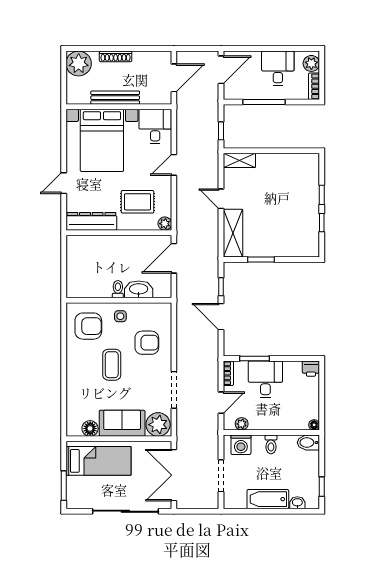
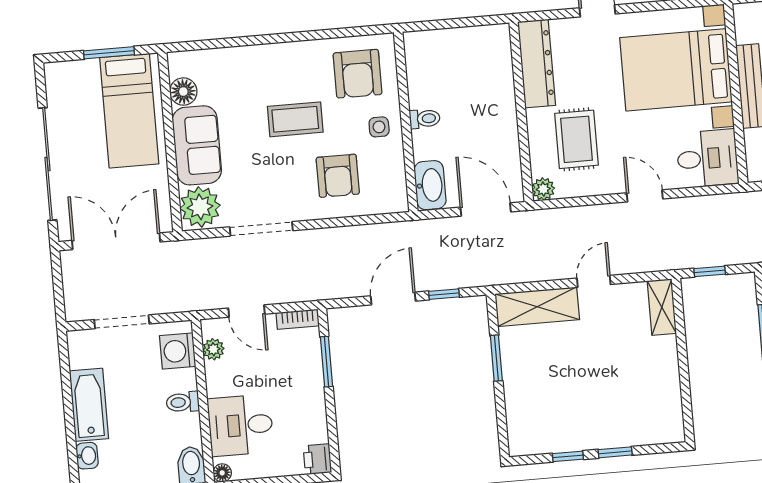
washbasin: (139, 289) -> (430, 185), moved
desk: (265, 379) -> (241, 425), moved, turned 180
window: (64, 486) -> (109, 53), moved

